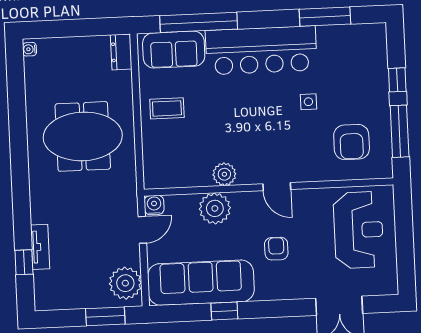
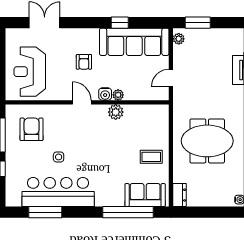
bar counter: (261, 50) -> (58, 192), moved
water cooler: (154, 205) -> (105, 94), moved
plant: (215, 208) -> (118, 95), width x0.53, depth x0.53
plant: (125, 283) -> (179, 39), width x0.53, depth x0.53

